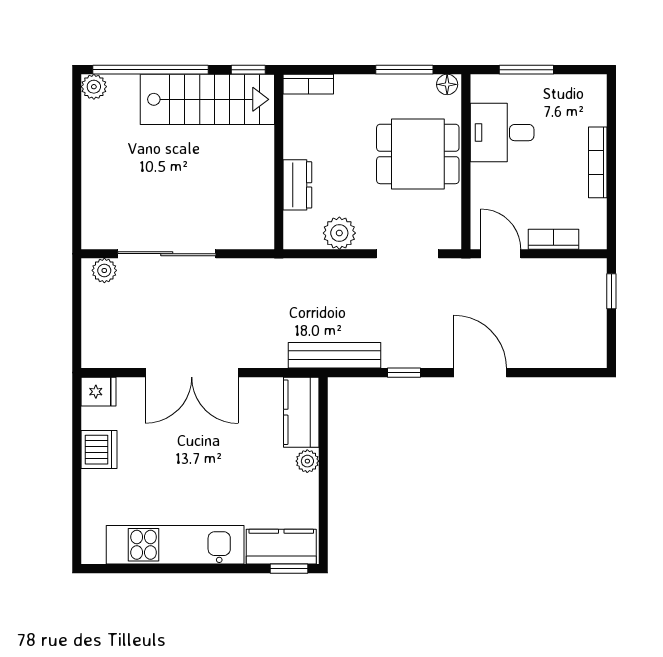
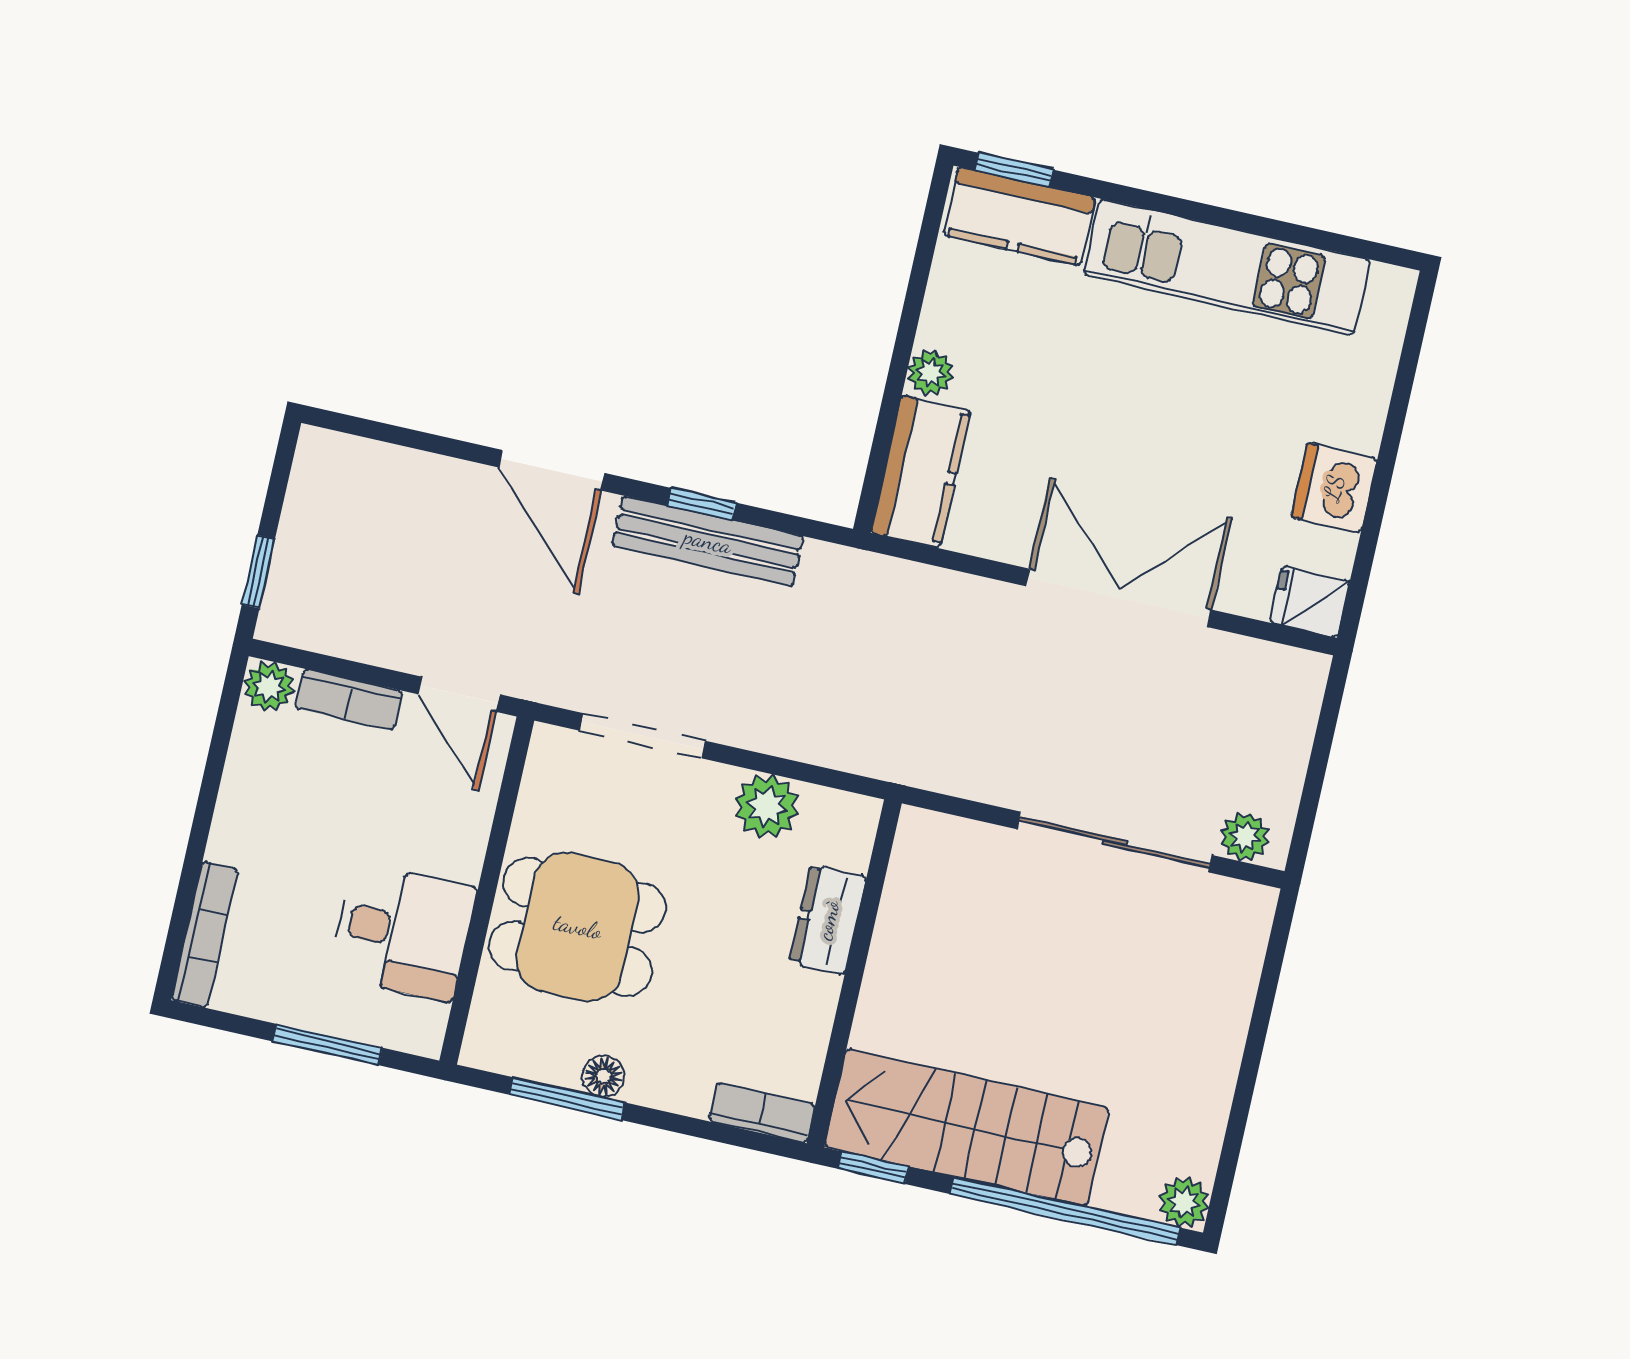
floor lamp: (447, 84) -> (604, 1076), moved
bookcase: (598, 162) -> (205, 934), moved
plant: (594, 237) -> (269, 687), added
bench: (335, 355) -> (708, 541), moved

